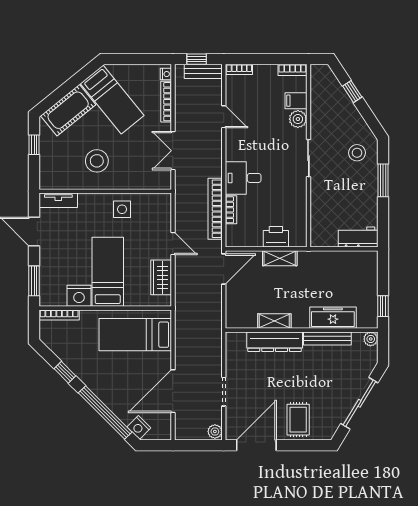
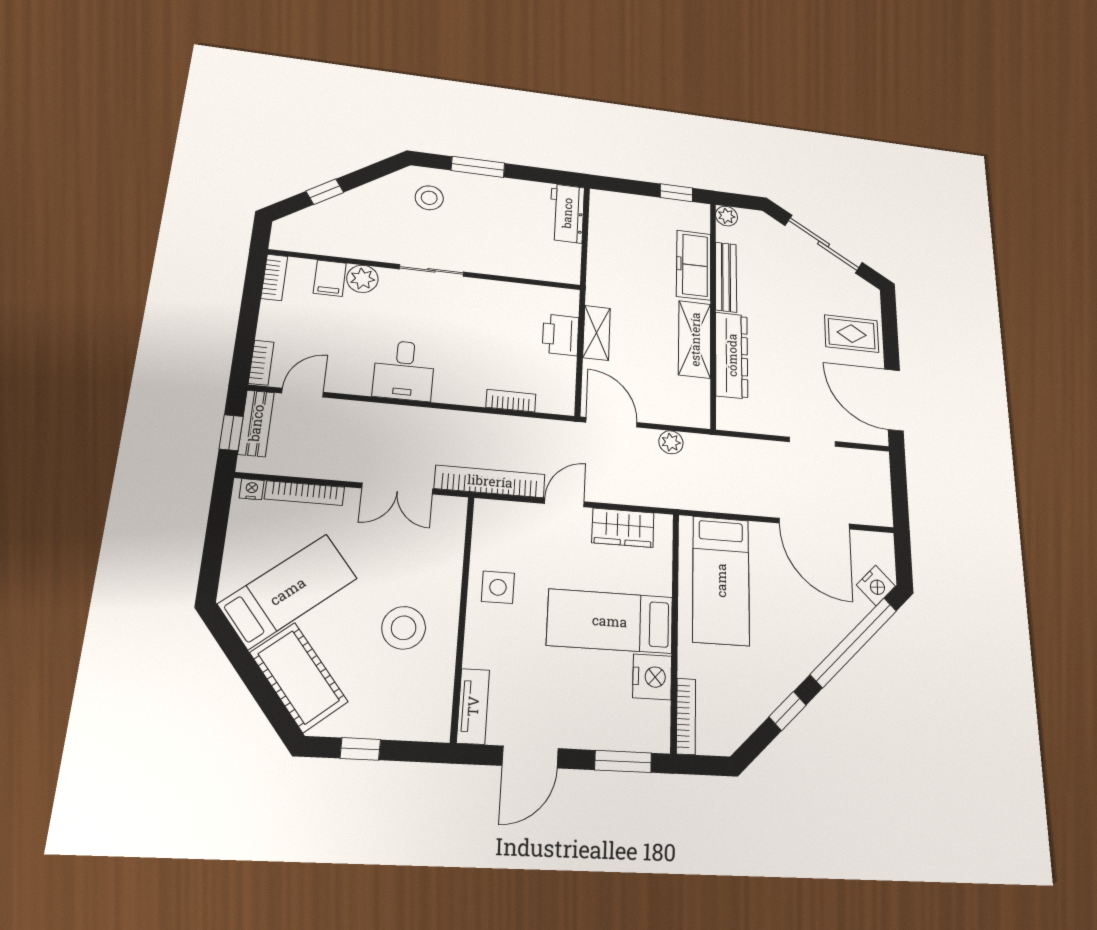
door: (224, 117) -> (303, 393), moved
desk: (243, 178) -> (404, 370), moved
bookcase: (215, 209) -> (490, 481), moved, turned 180
shelving: (274, 321) -> (695, 339), width x1.50, depth x1.33
plant: (215, 431) -> (671, 442), moved

